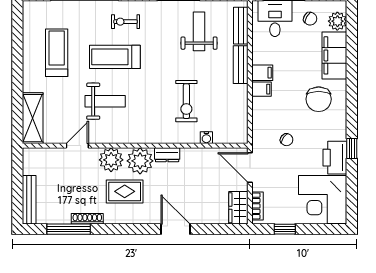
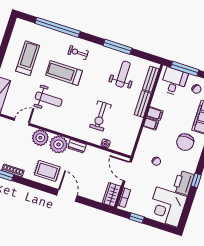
rug: (125, 191) -> (47, 171), moved

